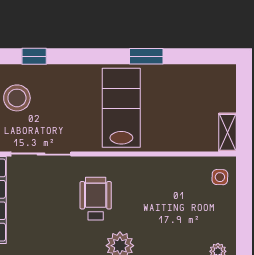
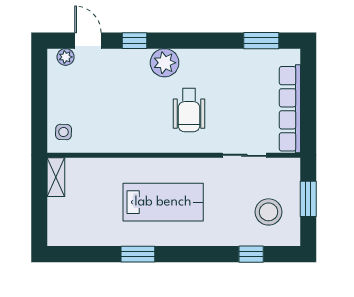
lab bench: (121, 108) -> (163, 202), turned -90
sliding door: (41, 154) -> (244, 155), width x0.73

